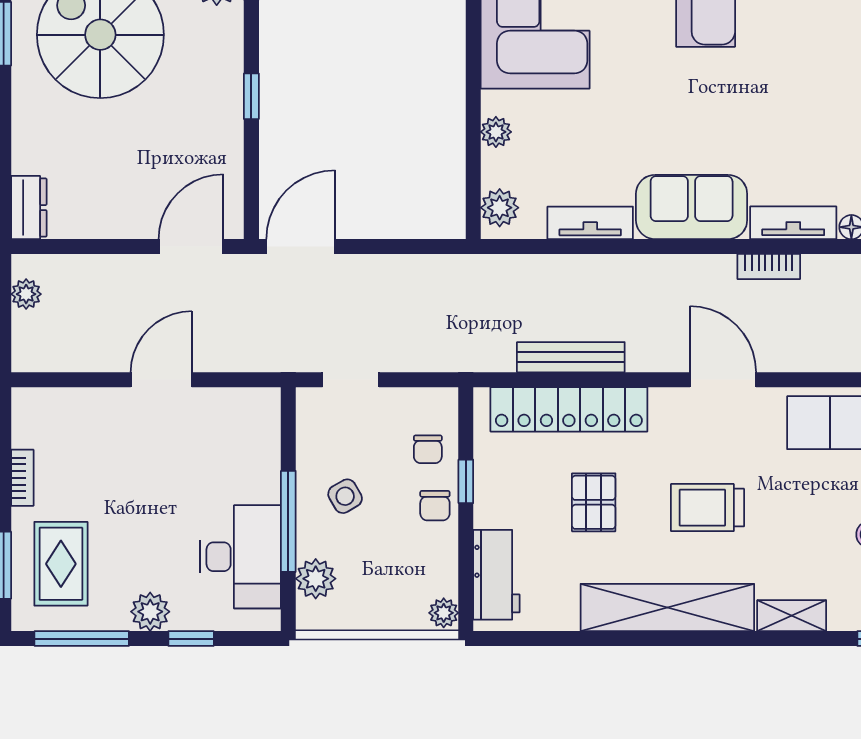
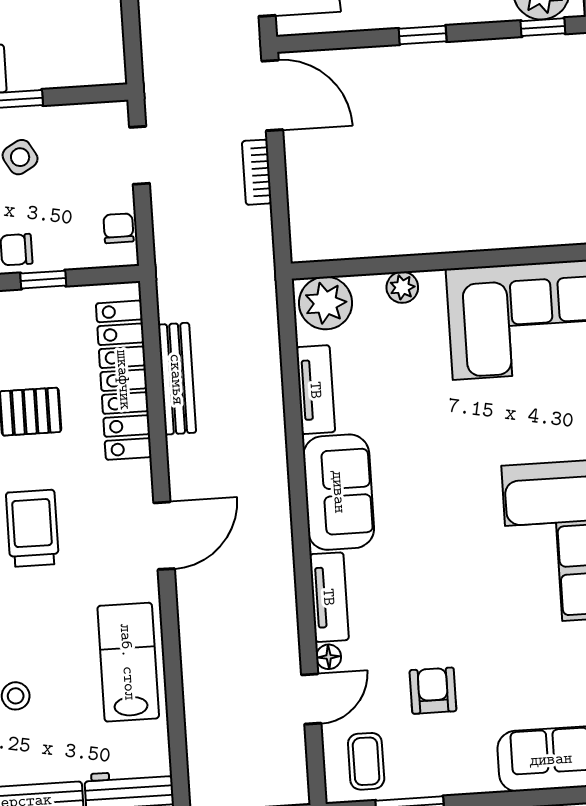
plant: (500, 208) -> (326, 303), width x1.36, depth x1.36
bookcase: (769, 267) -> (257, 172), moved
chair: (428, 449) -> (118, 228), moved, turned 90

